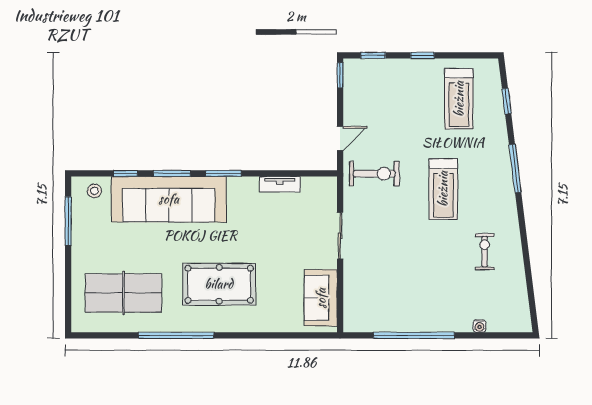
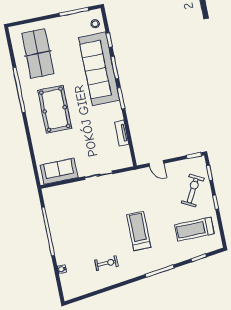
exercise bike: (374, 174) -> (193, 191), moved, turned -152
treadmill: (443, 189) -> (139, 231), turned 90

